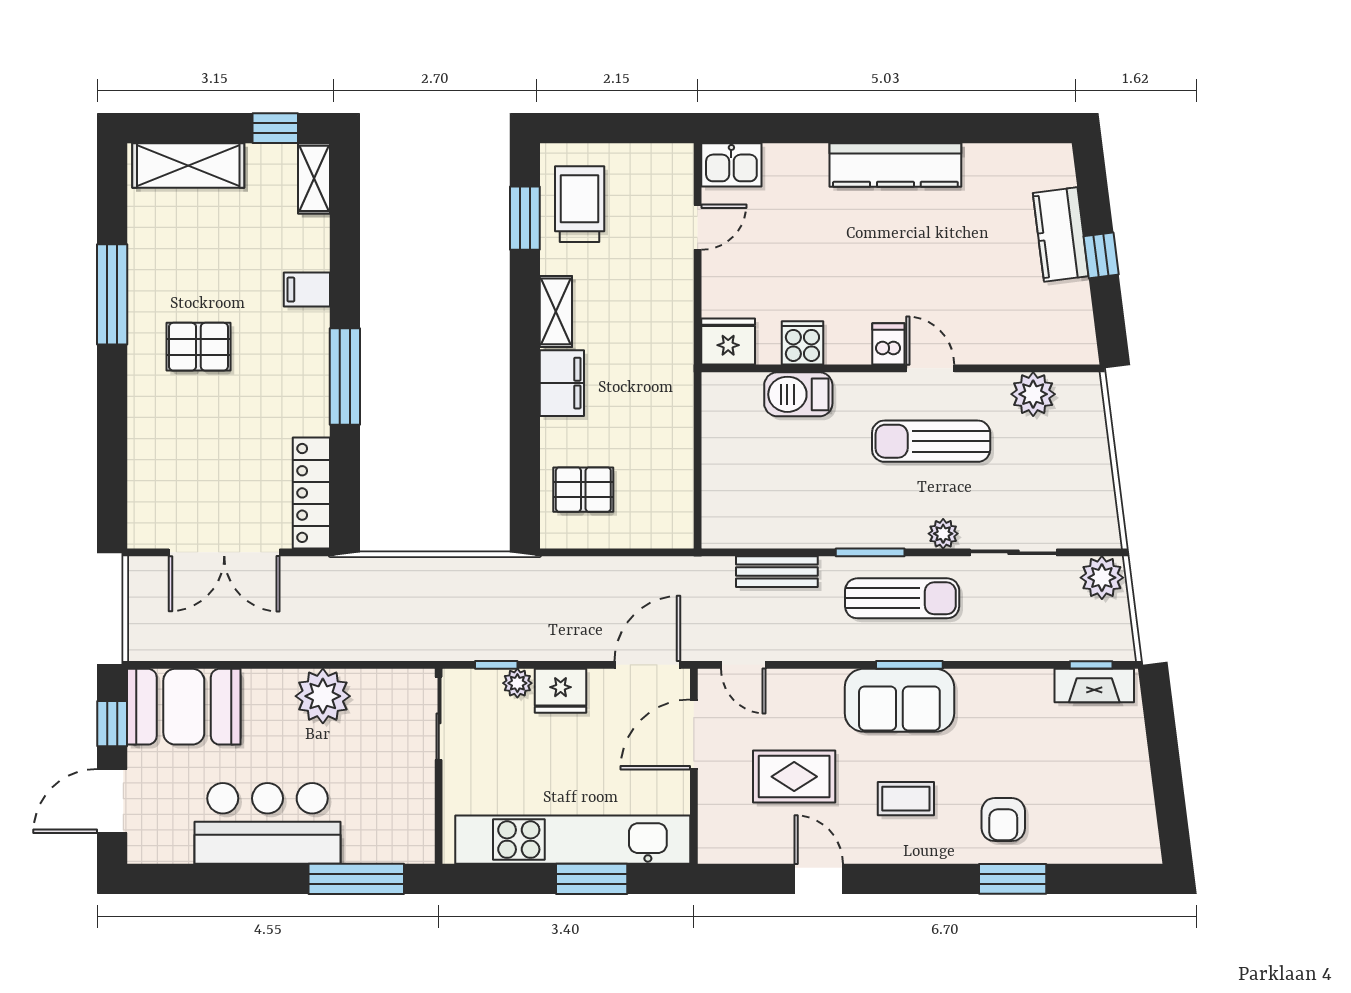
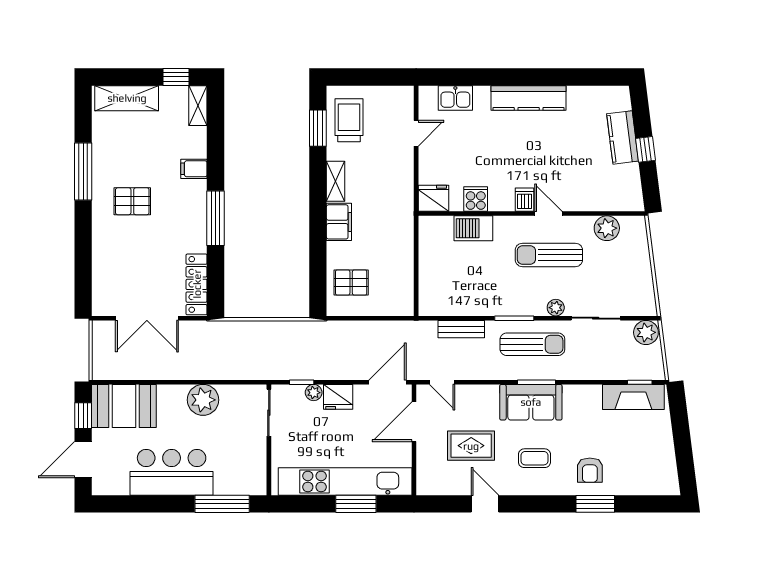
kitchen sink: (731, 165) -> (455, 98), moved
fireplace: (1094, 686) -> (633, 397), width x1.37, depth x1.32

